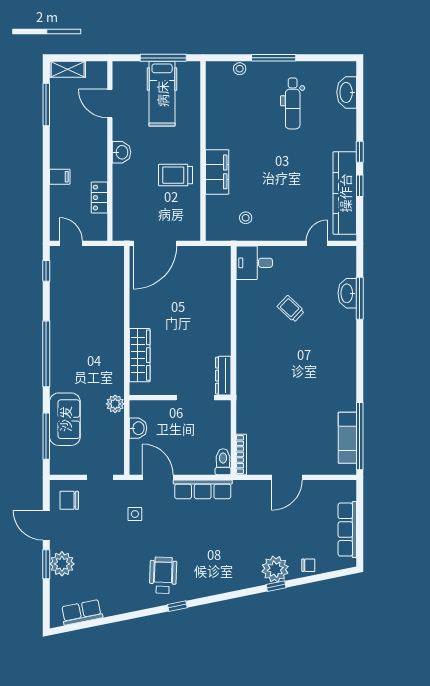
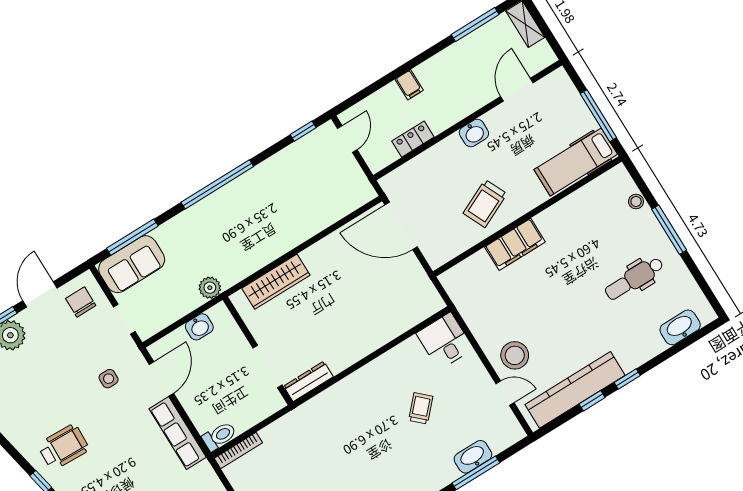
hospital bed: (162, 94) -> (576, 162), moved
trolley: (176, 175) -> (485, 203), turned -115
stool: (246, 218) -> (515, 355), moved, width x1.89, depth x1.89
sofa: (65, 419) -> (132, 264), moved

